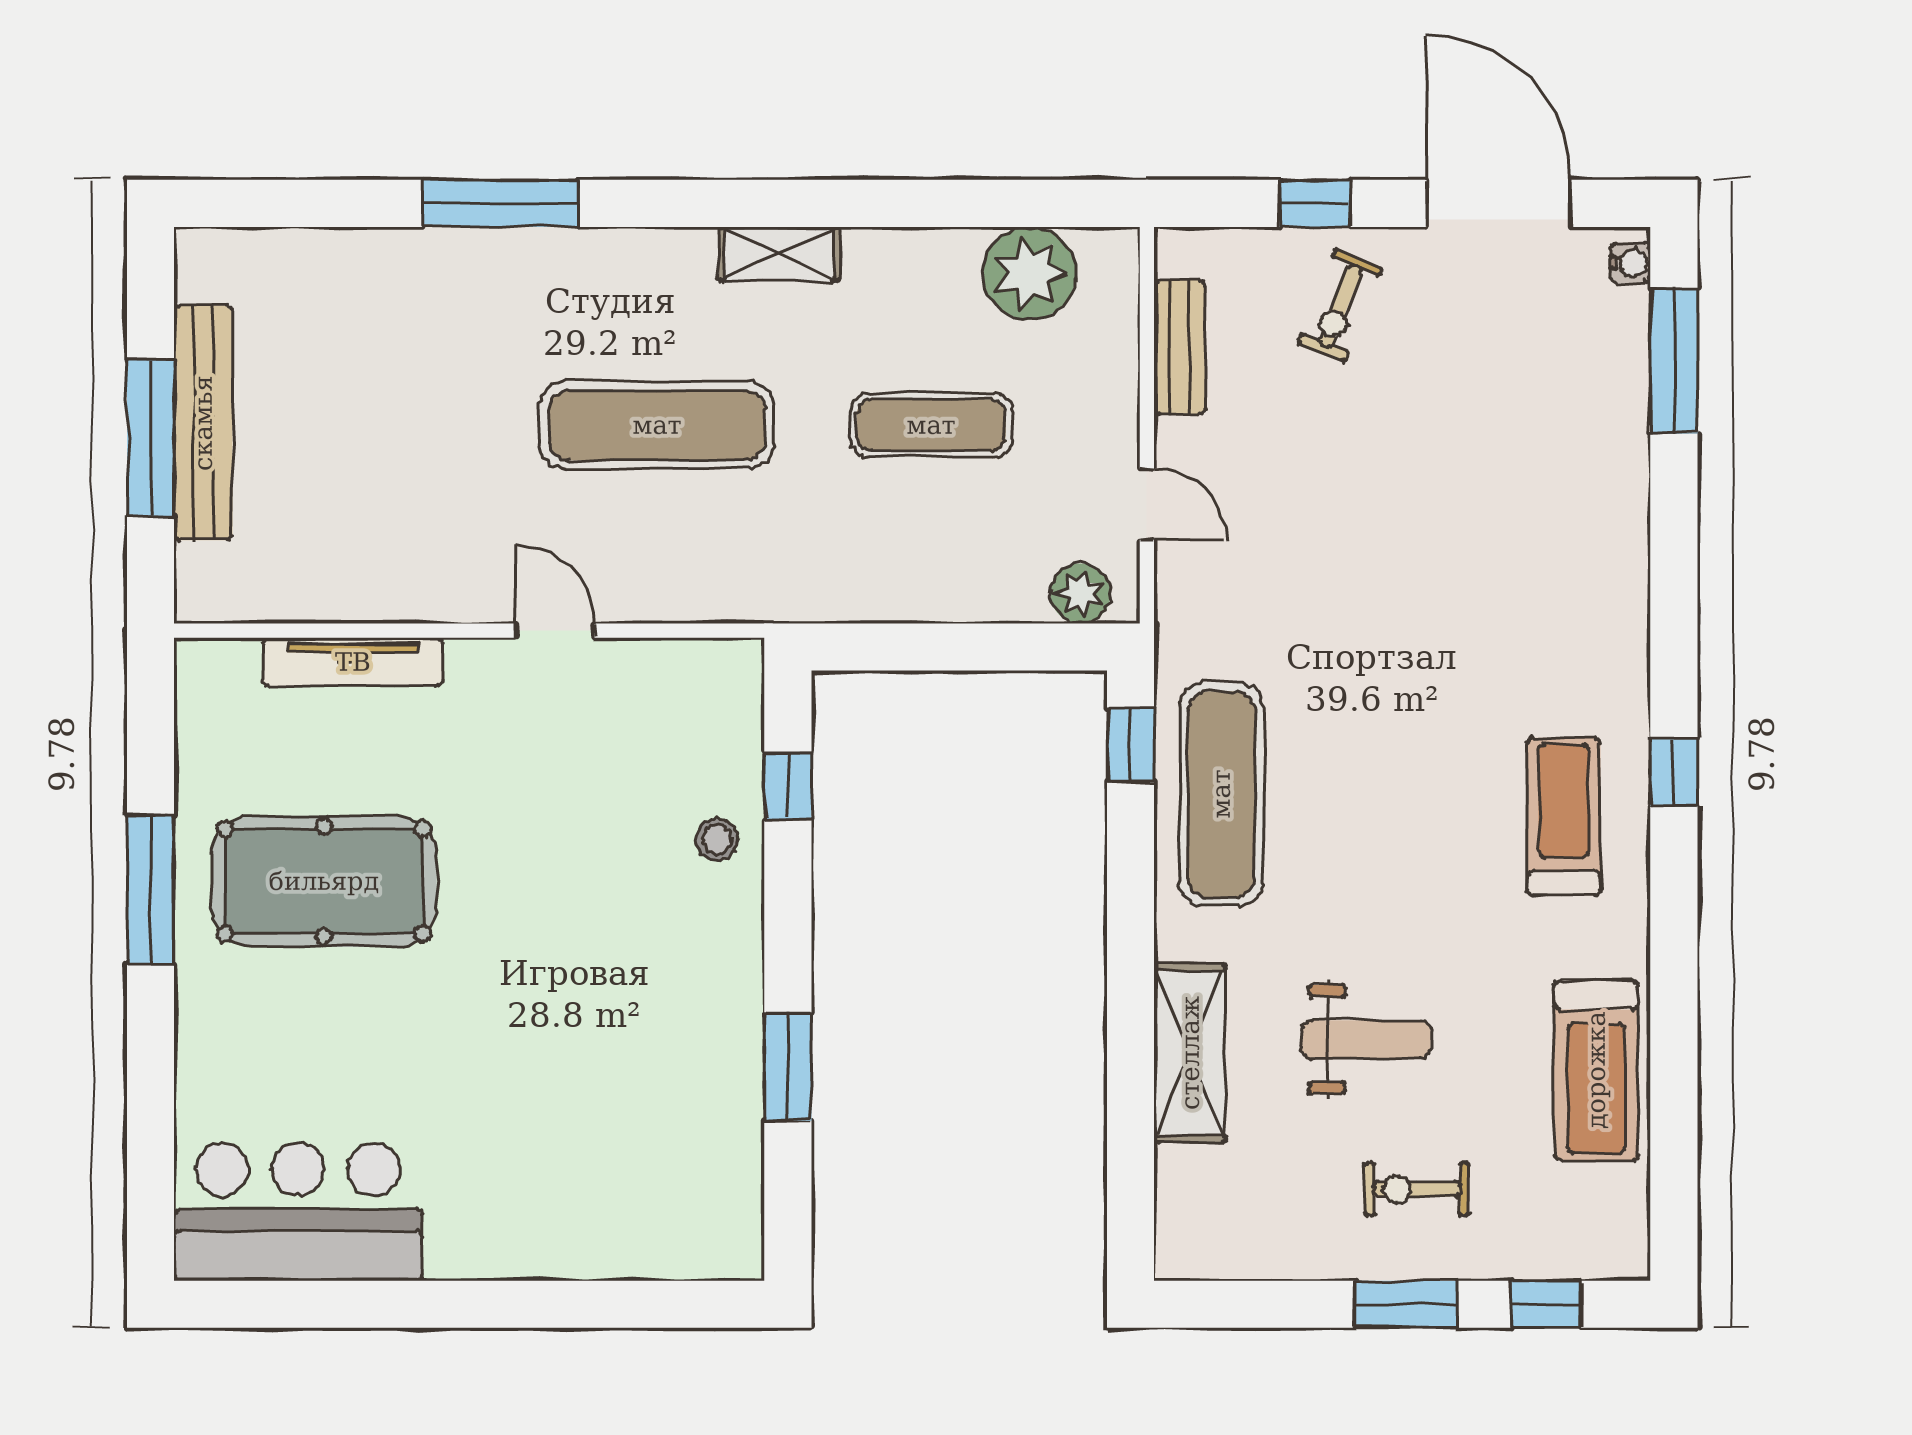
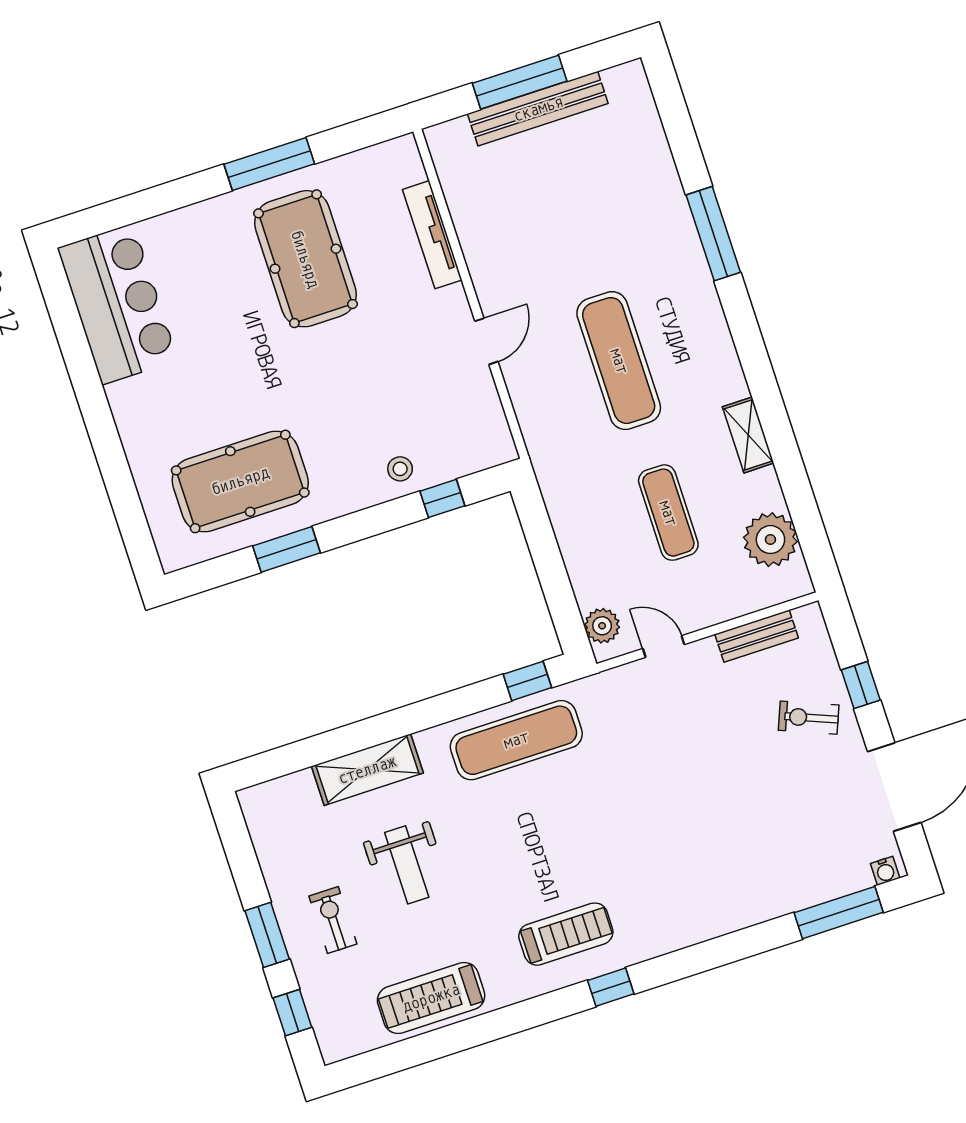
shelving: (779, 254) -> (748, 435), moved
door: (1147, 504) -> (664, 646), swing flipped
pool table: (652, 1106) -> (240, 481), added

